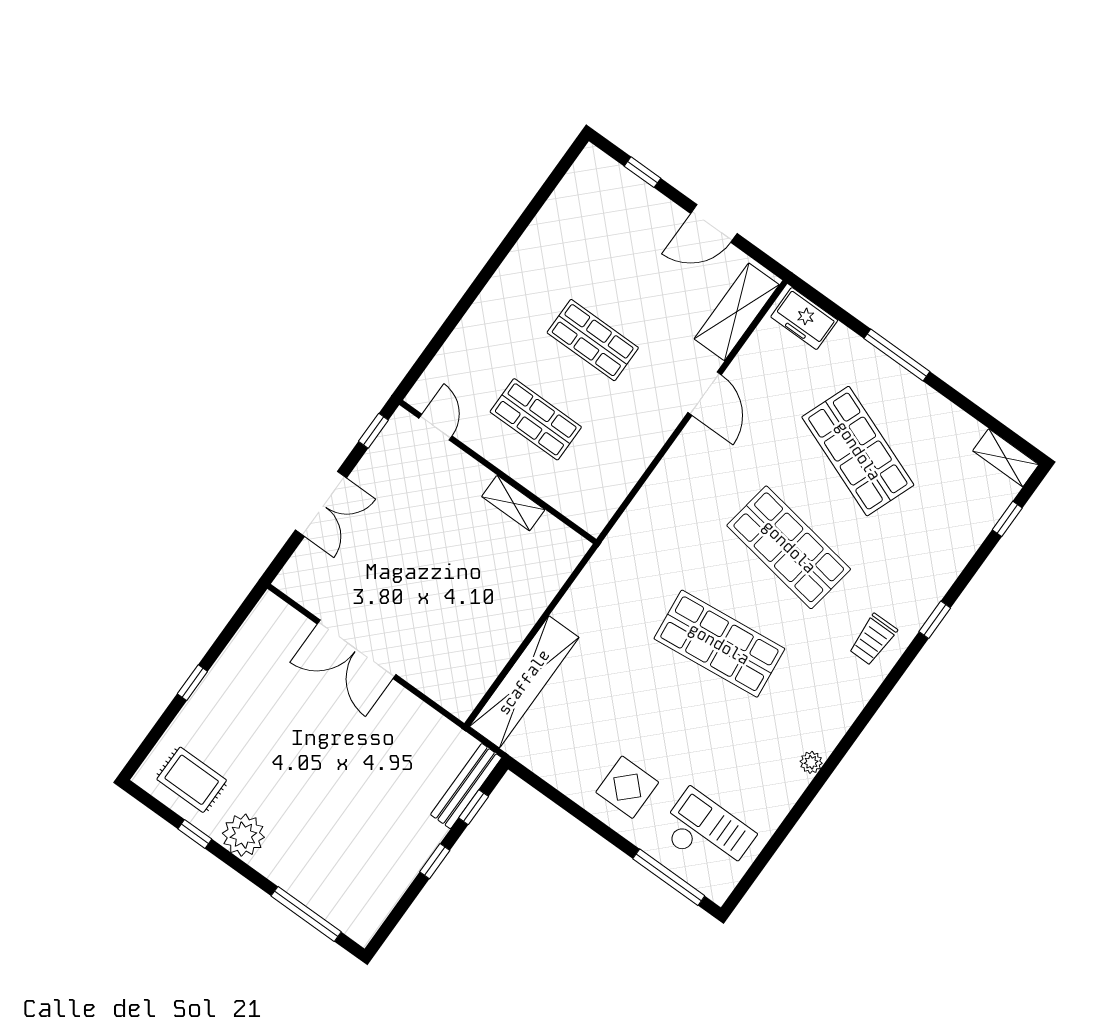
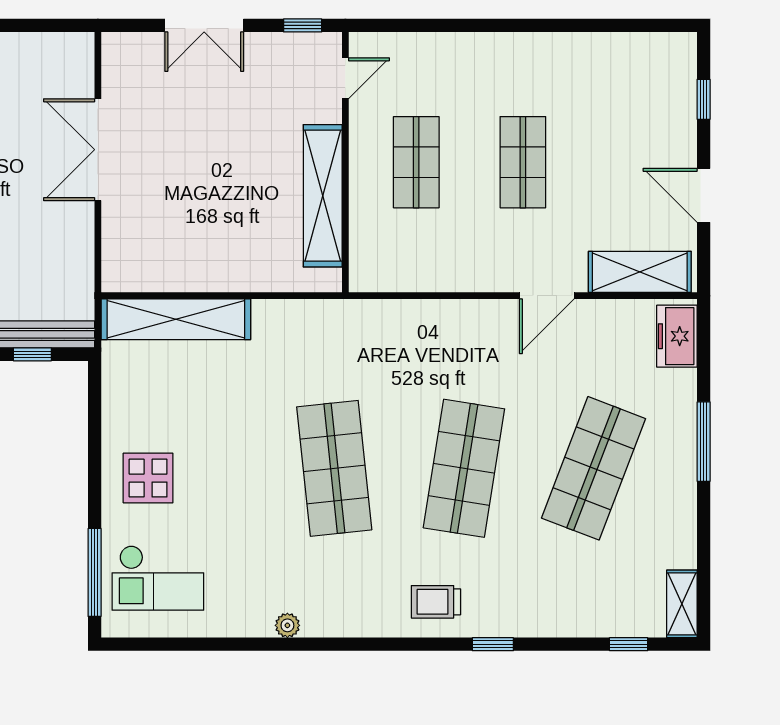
shelving: (513, 503) -> (323, 196), width x2.20, depth x1.33
checkout: (707, 833) -> (158, 578), turned 90

